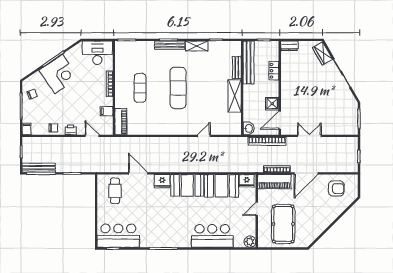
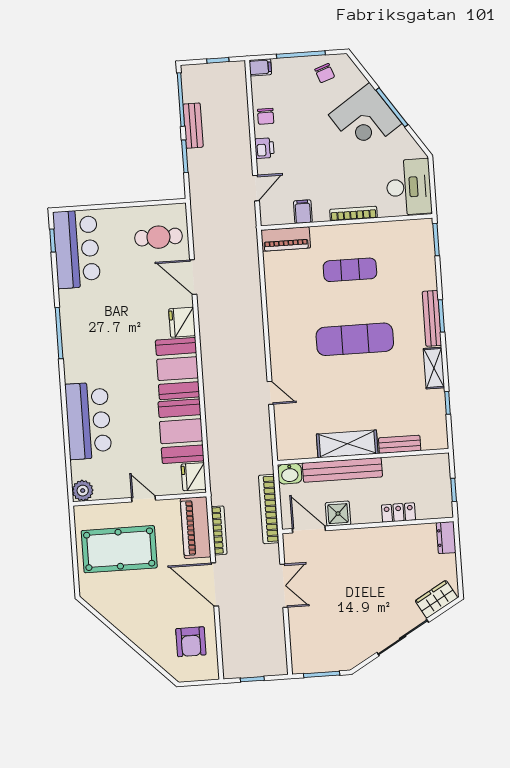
bench: (249, 62) -> (342, 470), moved
bench: (39, 168) -> (193, 126), moved, width x0.73
door: (138, 173) -> (193, 277), swing flipped

